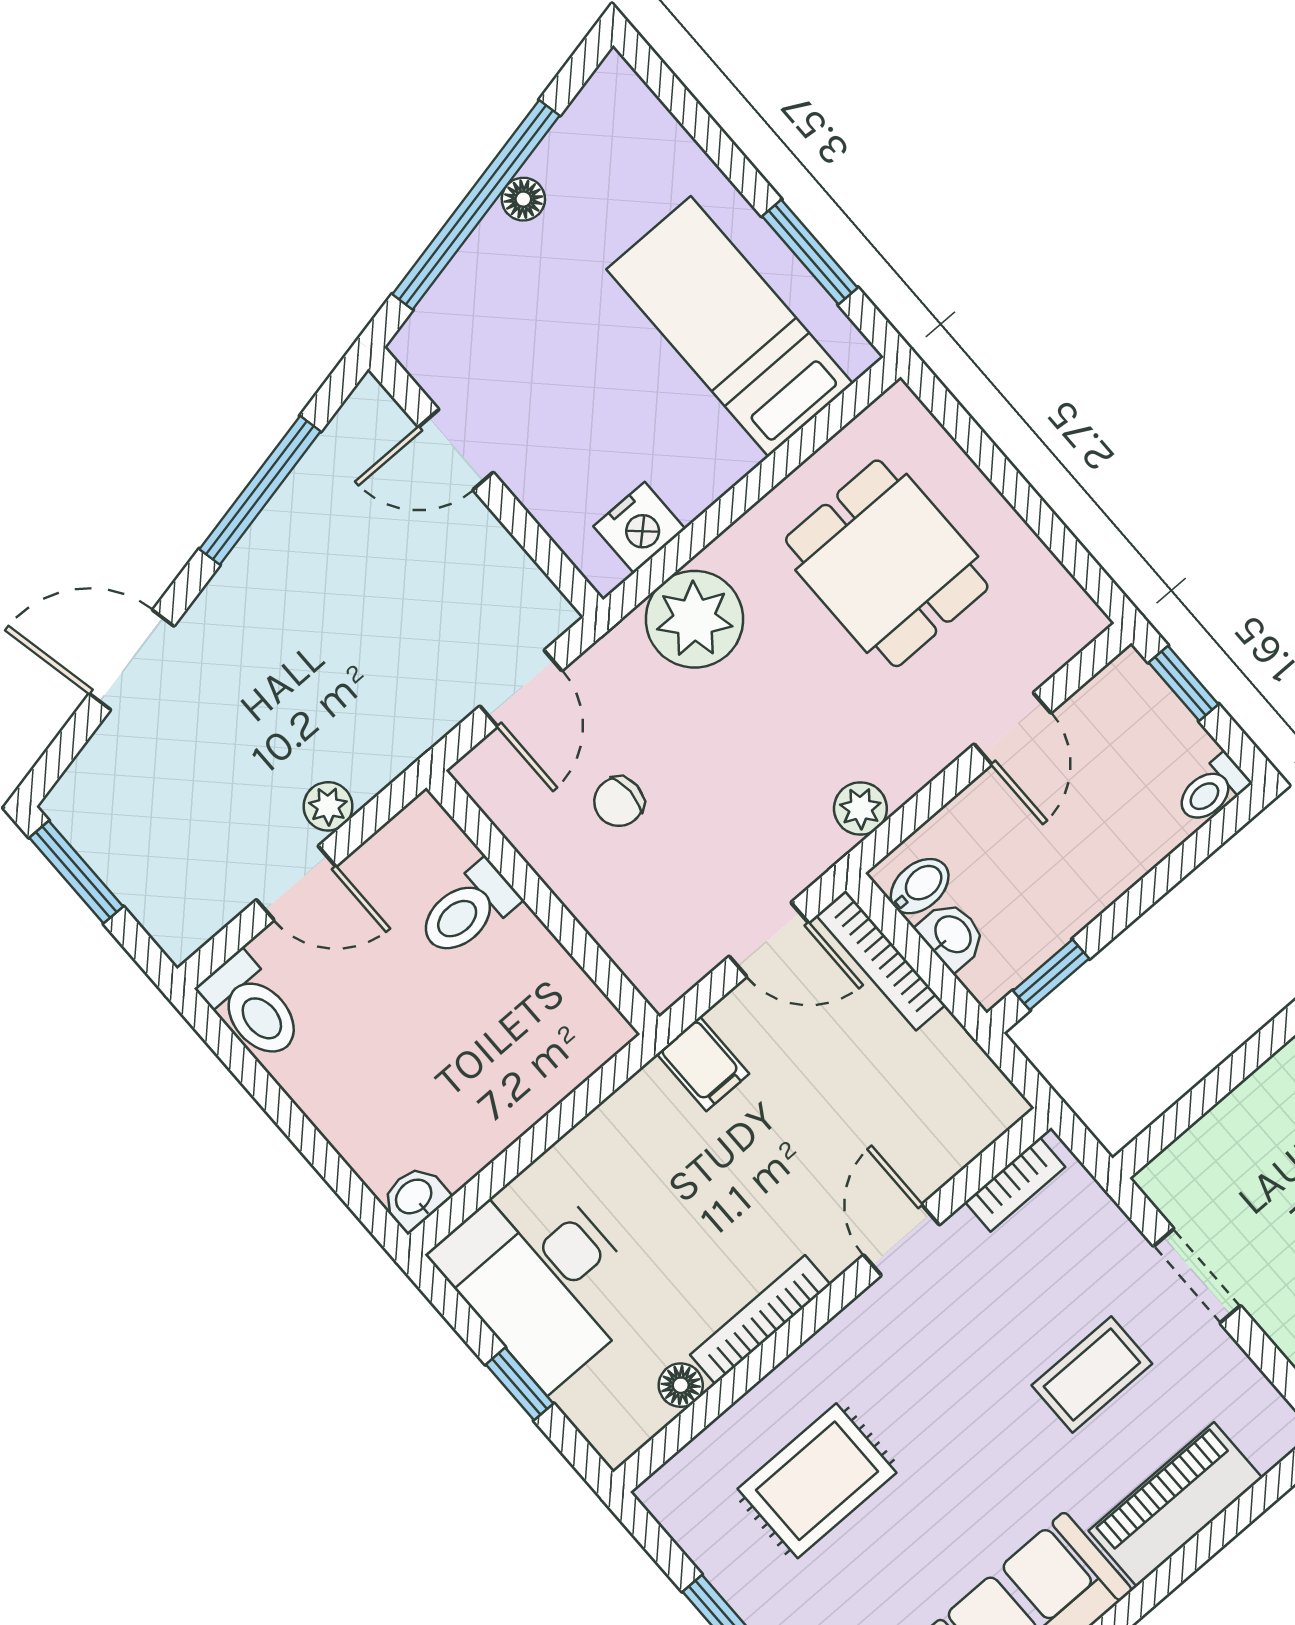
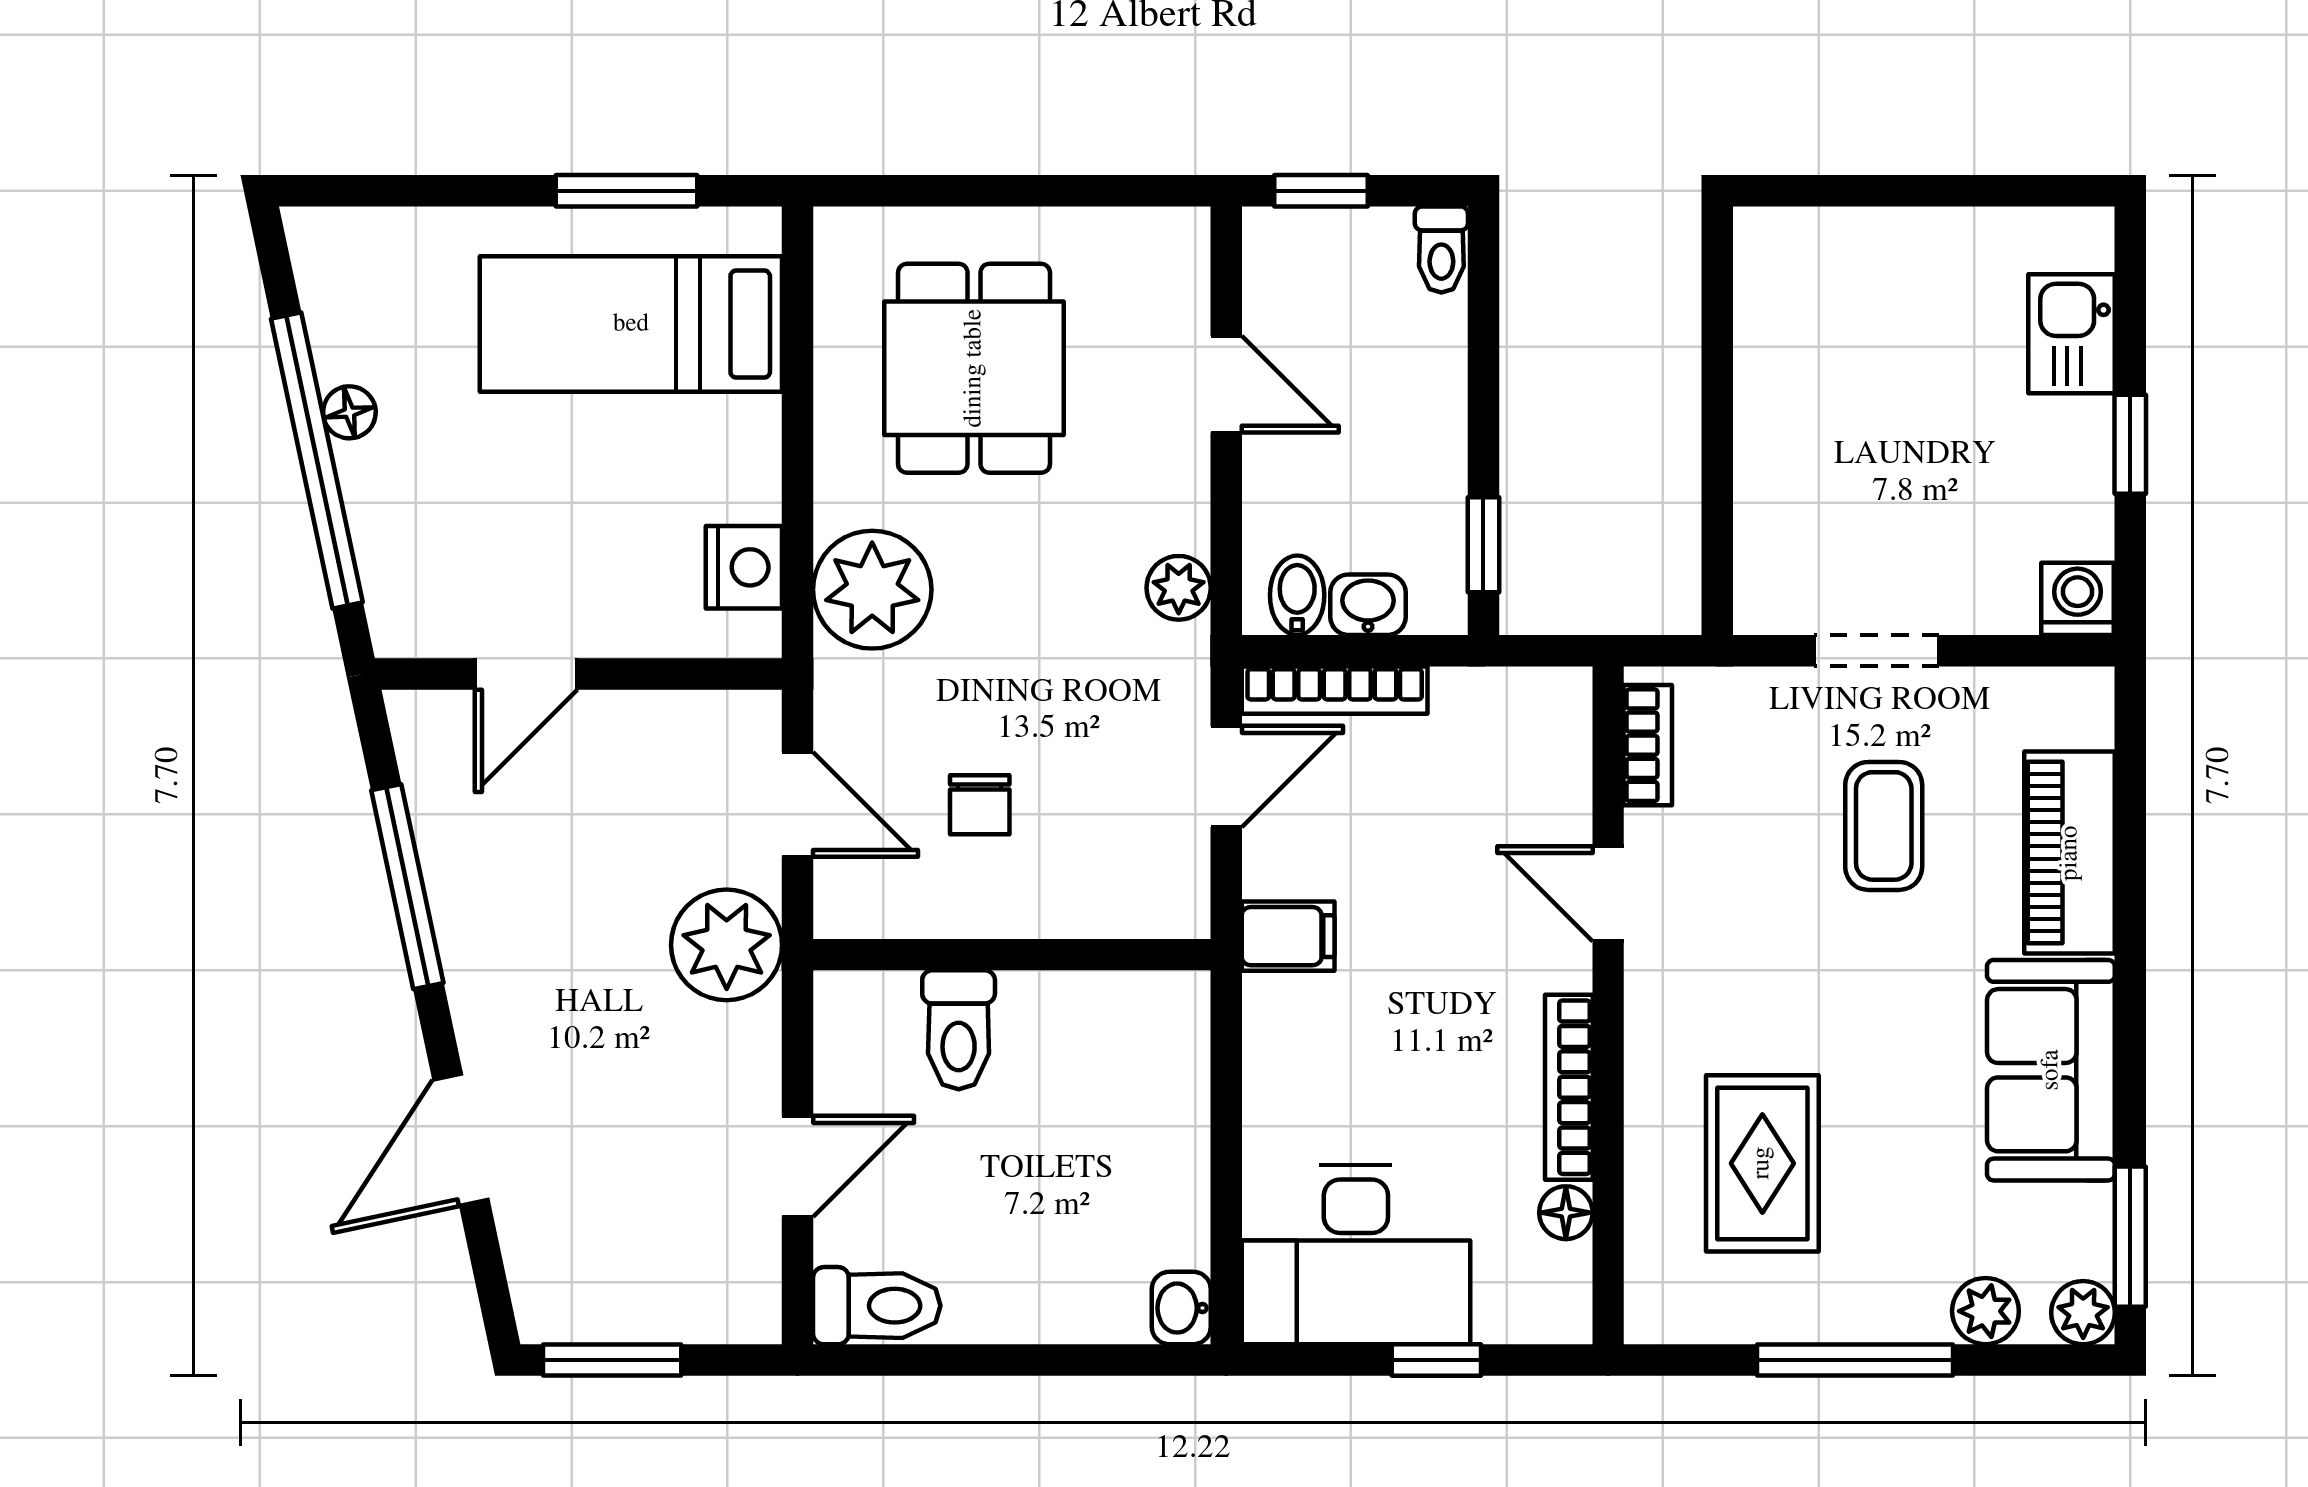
dining table: (887, 563) -> (974, 368), turned 90
plant: (328, 806) -> (727, 945), moved, width x1.87, depth x1.87

